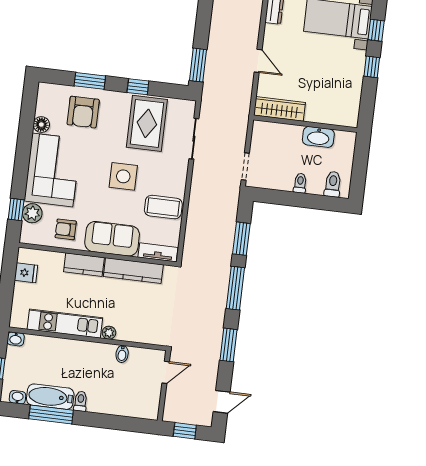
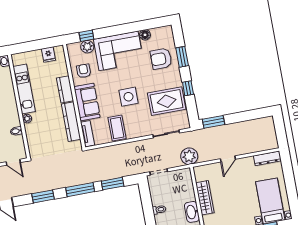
wardrobe: (279, 109) -> (205, 198), moved
plant: (237, 116) -> (189, 156), added

